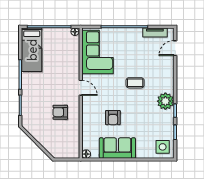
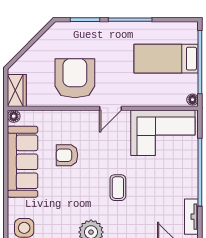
bed: (32, 50) -> (166, 59), moved
armchair: (60, 112) -> (75, 78), width x1.88, depth x1.88
sofa: (117, 148) -> (23, 162), width x1.36
wardrobe: (69, 152) -> (17, 90), added

